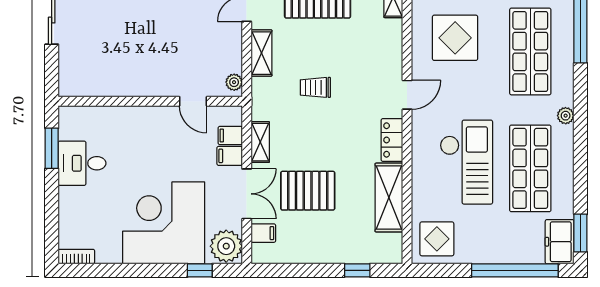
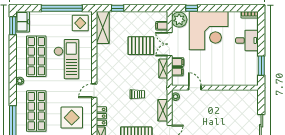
locker: (392, 140) -> (101, 116), moved
checkout: (466, 162) -> (66, 59), turned 180
desk: (82, 163) -> (247, 40), moved
shelving: (389, 198) -> (103, 28), moved
window: (515, 270) -> (62, 8), moved

